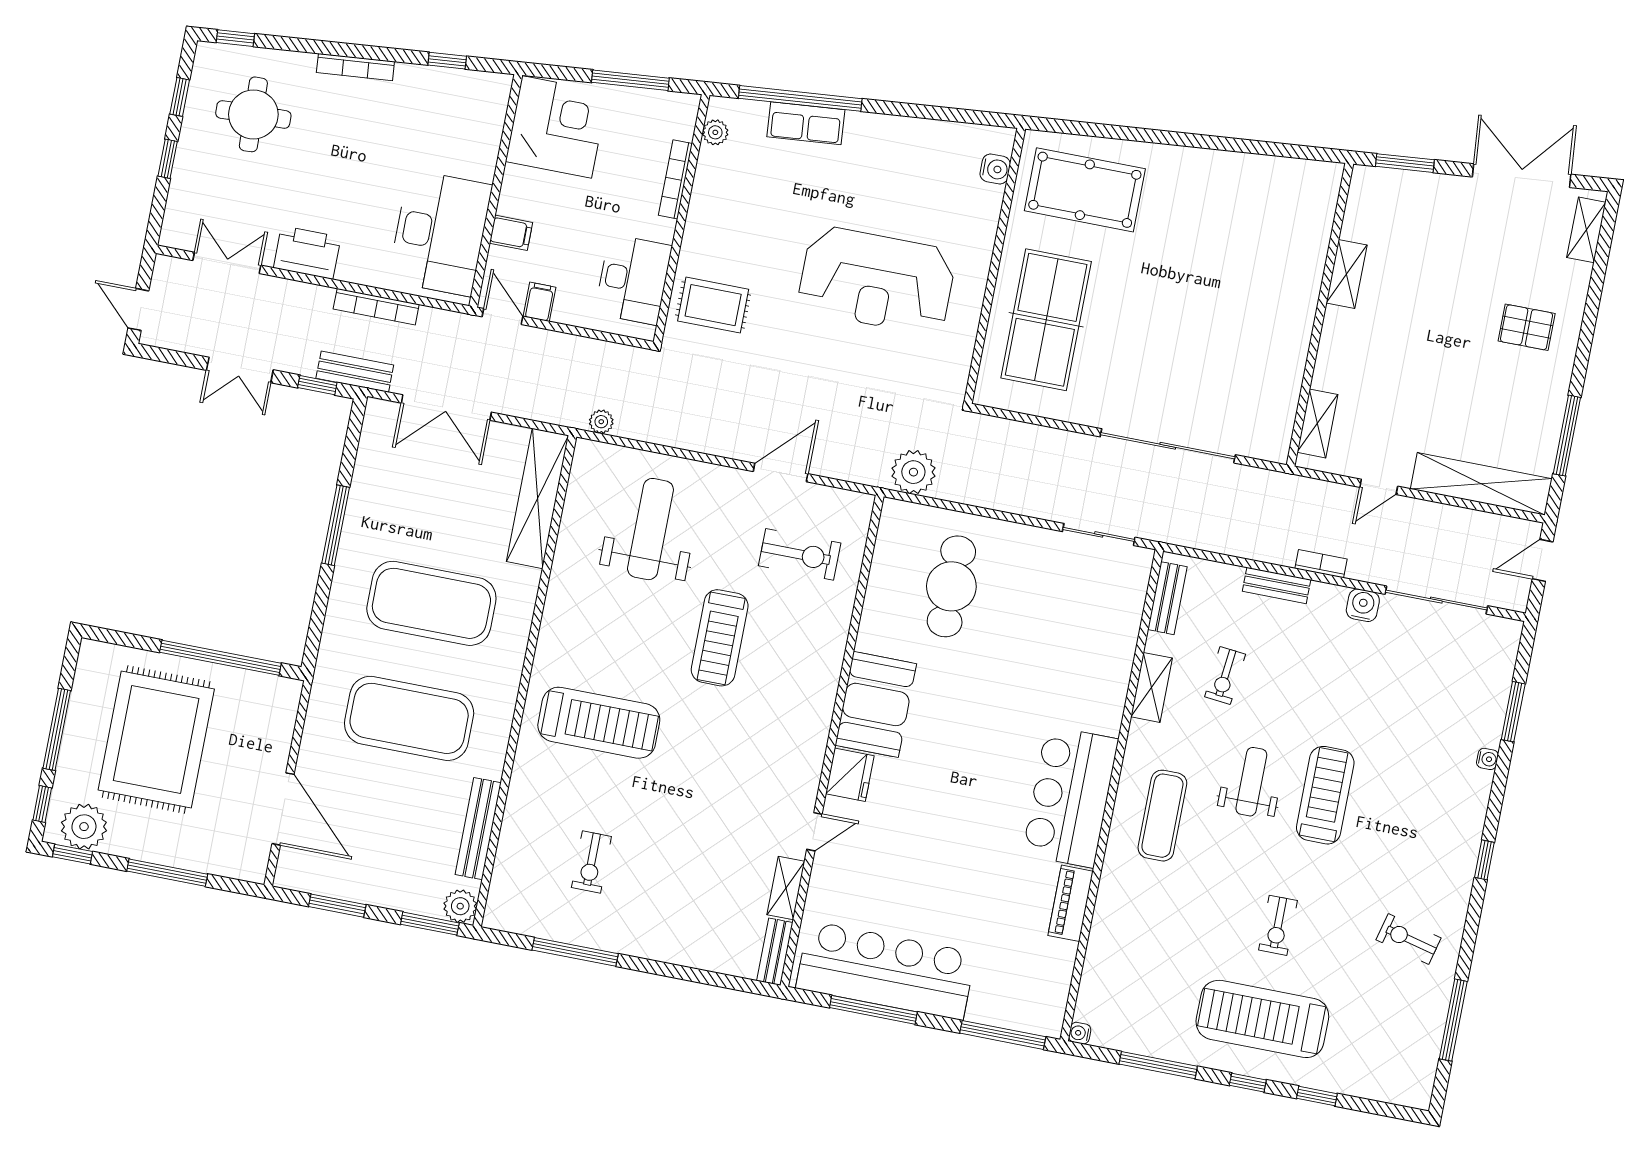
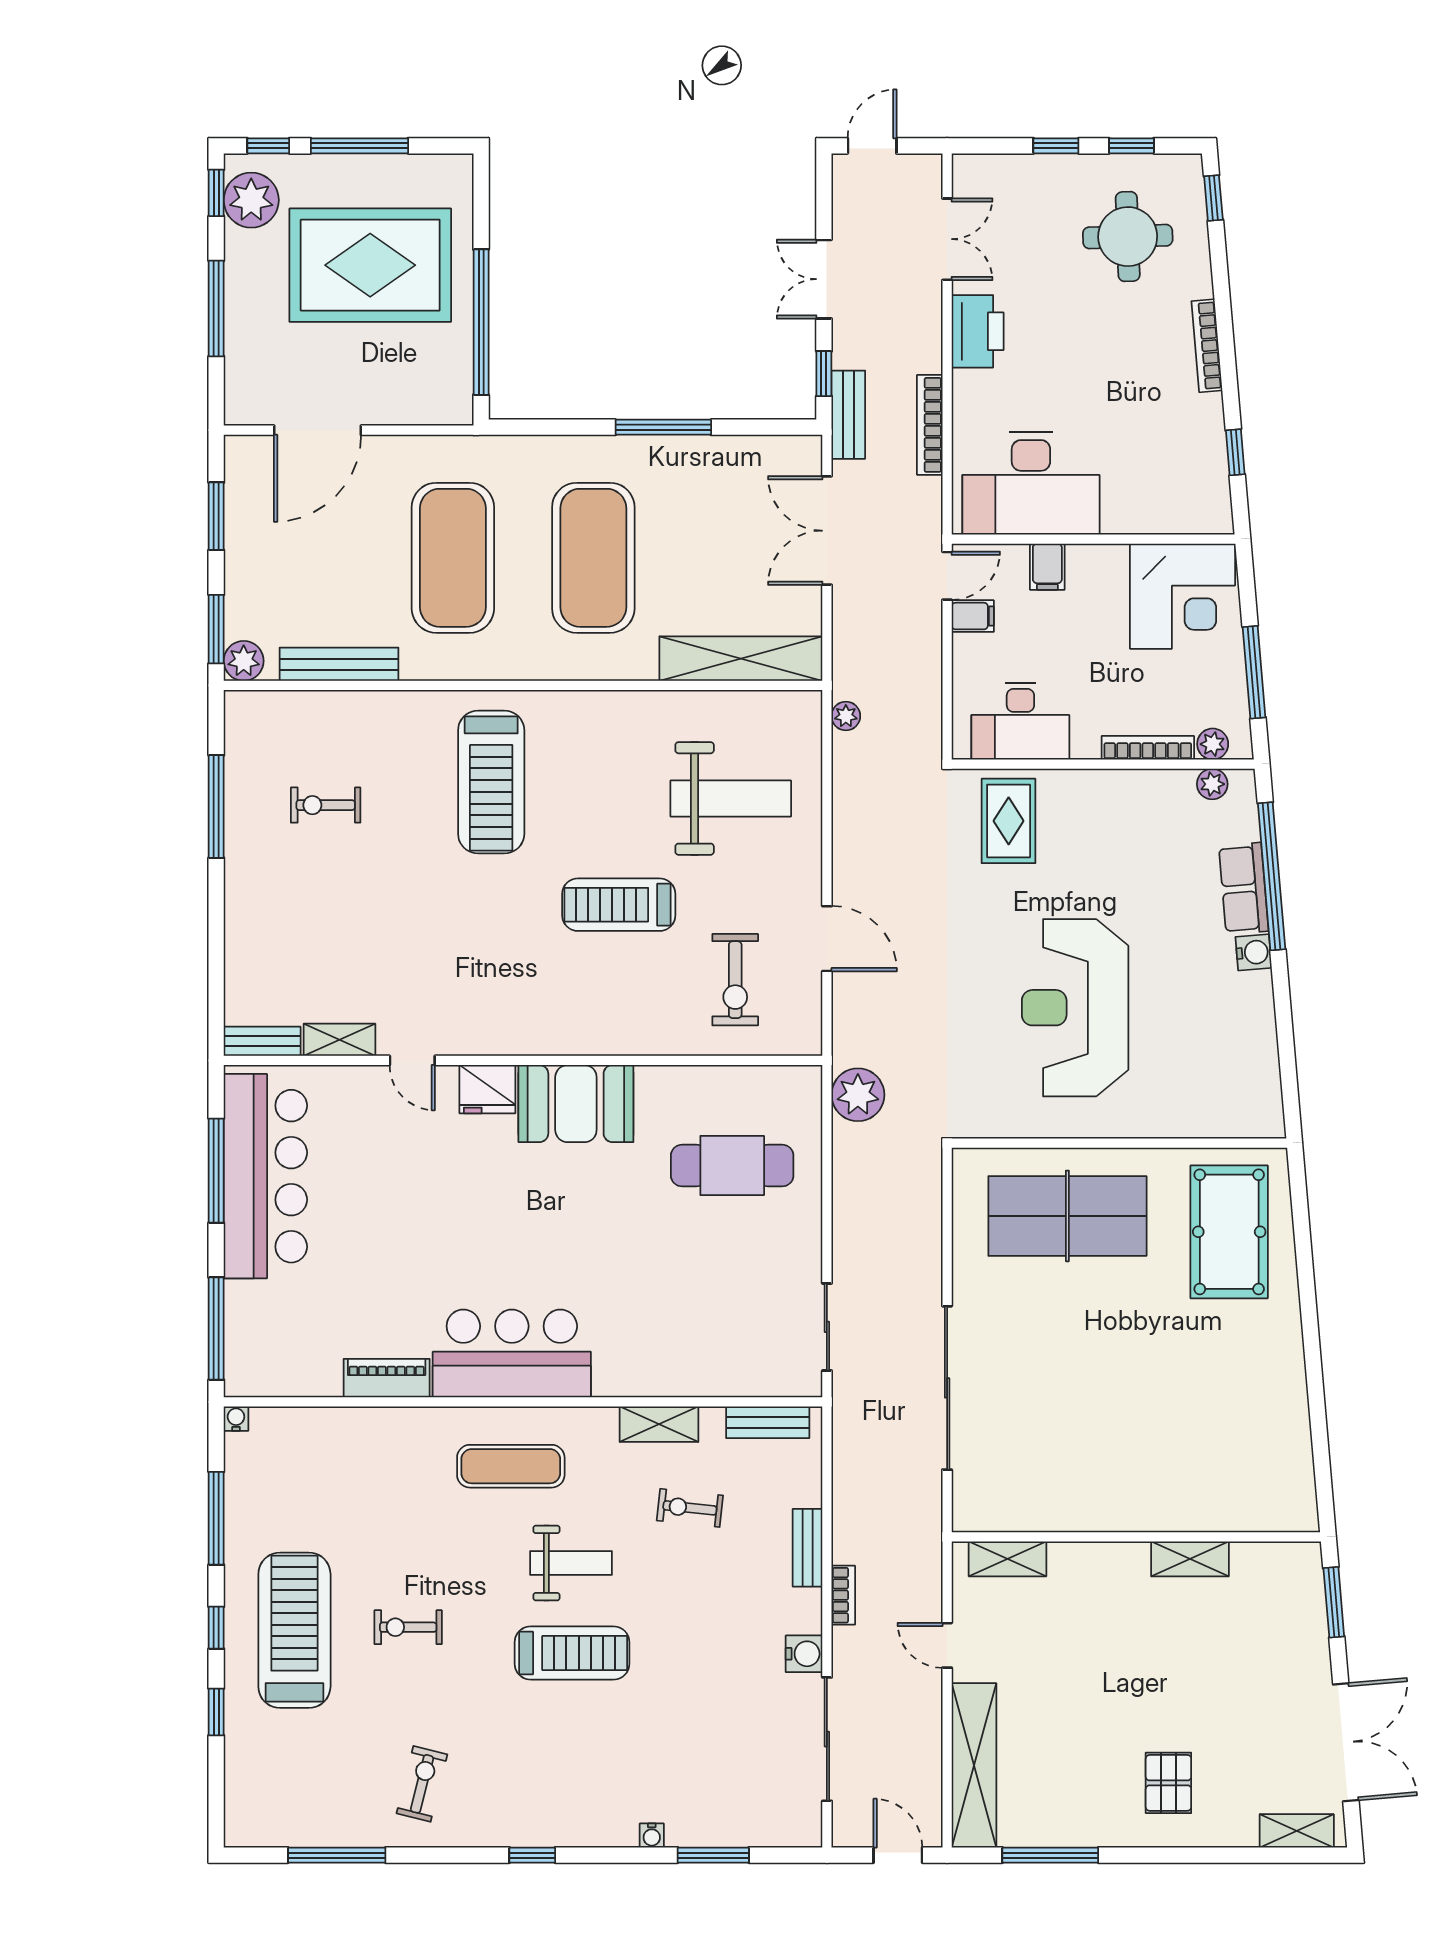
plant: (683, 126) -> (1213, 744), added
water cooler: (995, 169) -> (1254, 952), moved, turned -95

